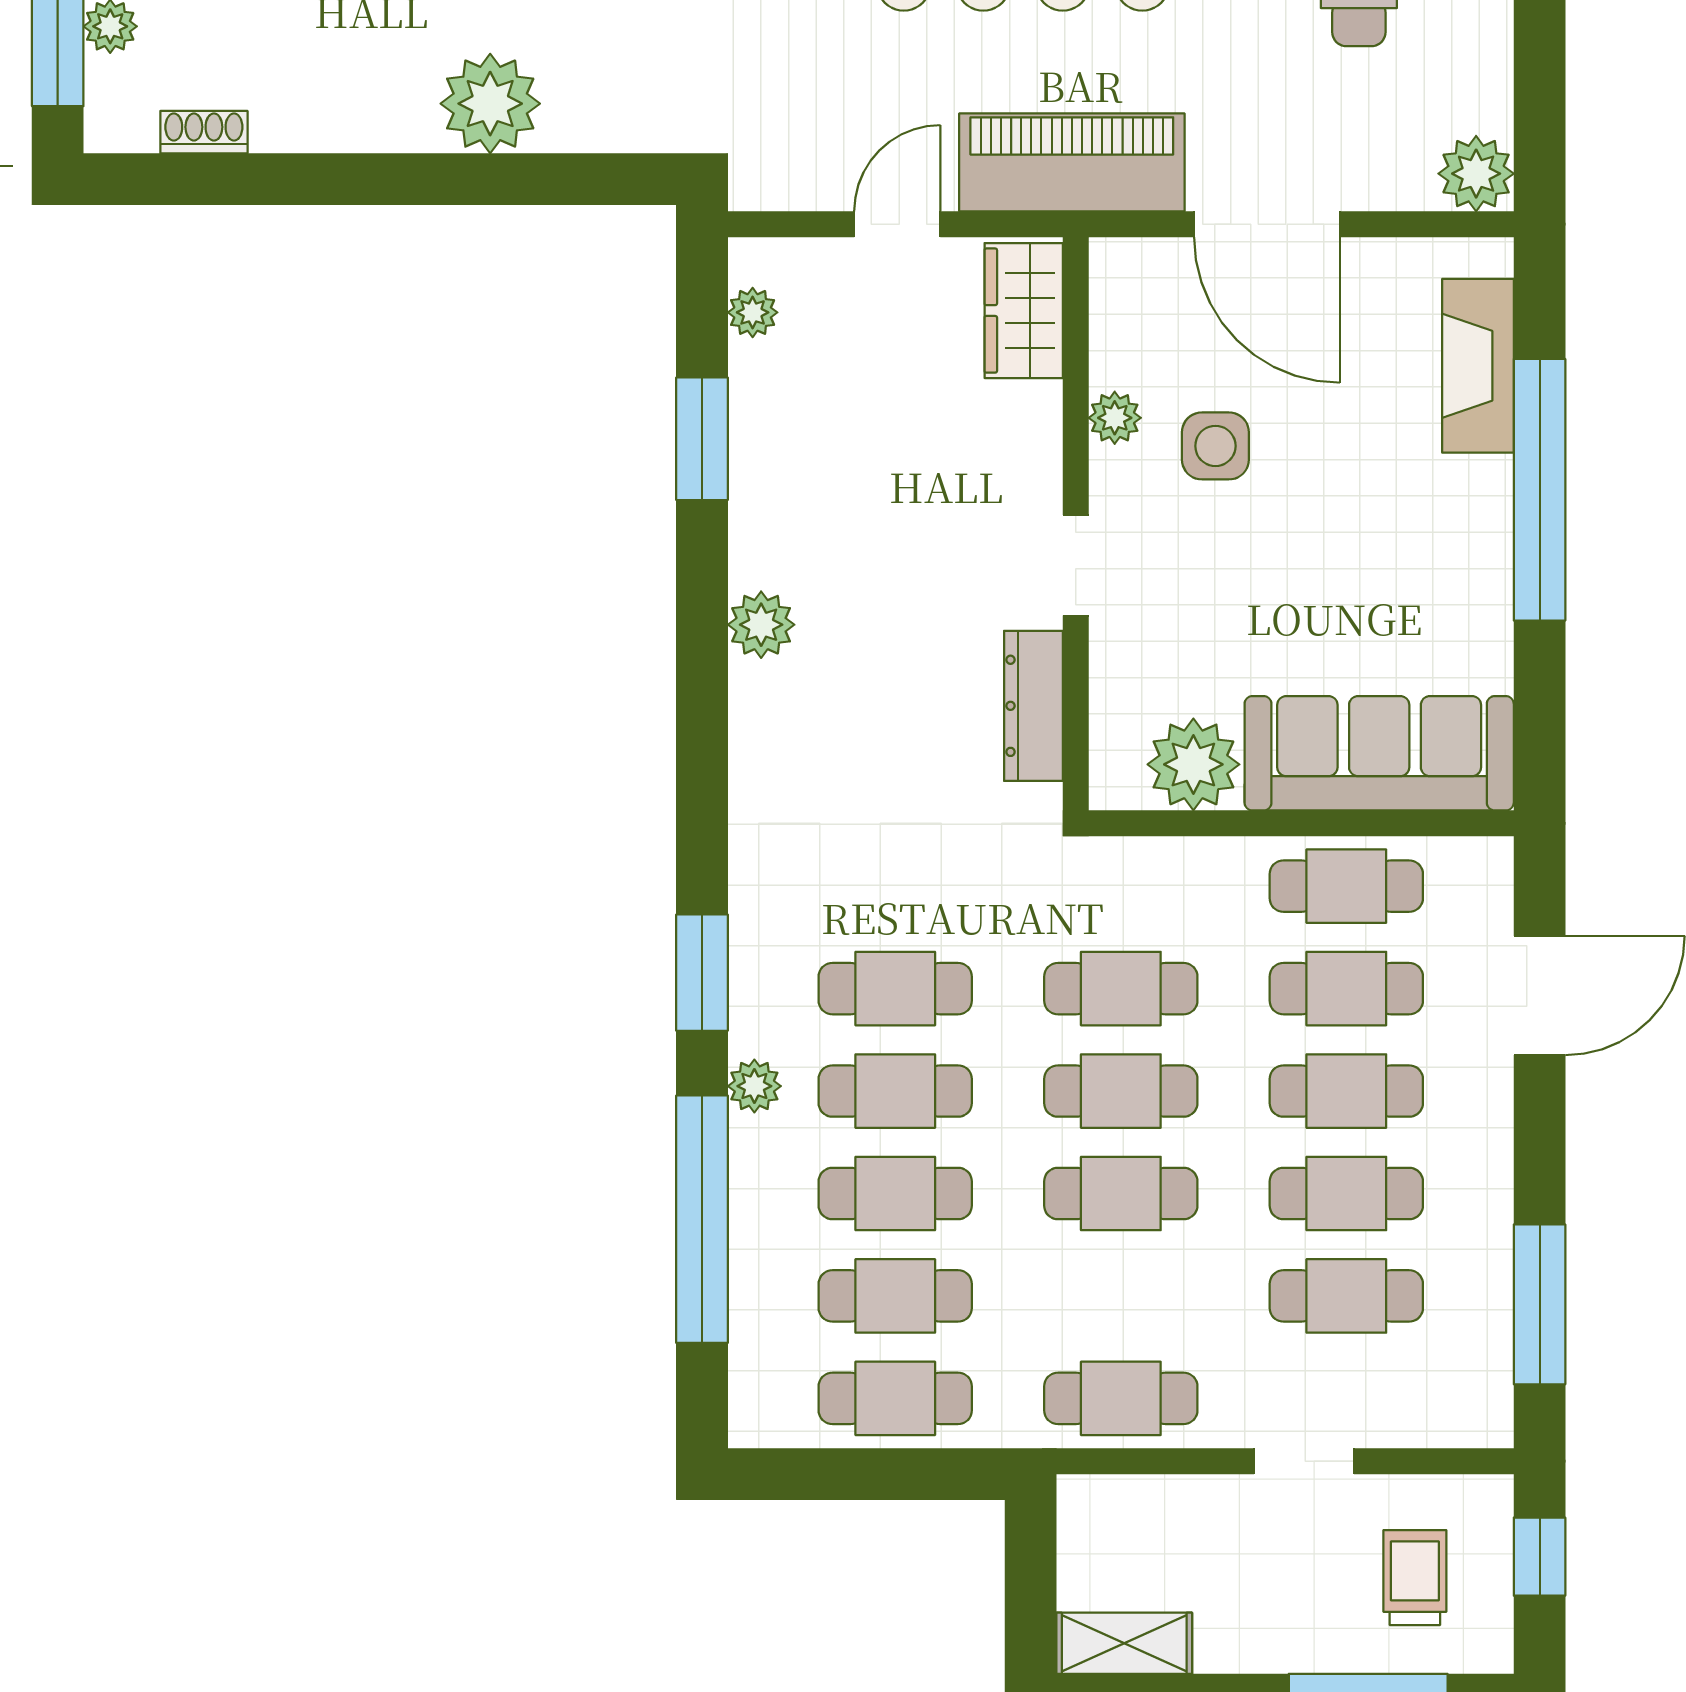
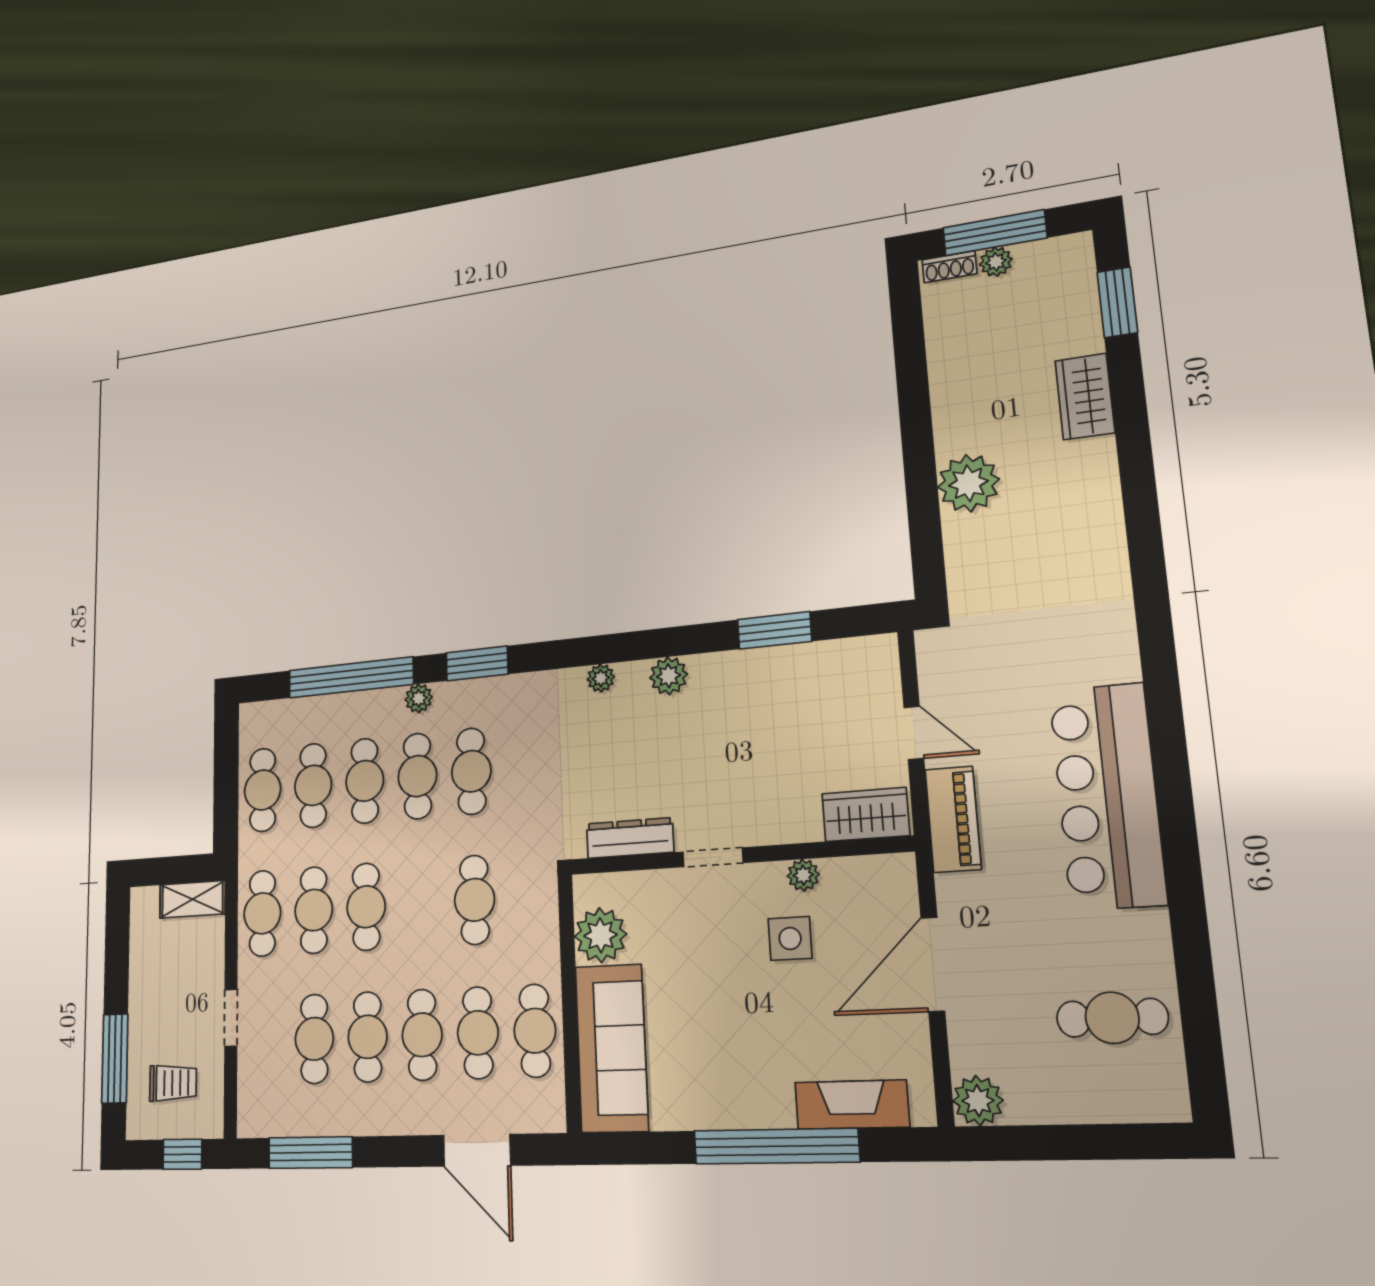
shoe rack: (204, 132) -> (949, 267), moved, turned 90
piano: (1072, 162) -> (953, 819), width x0.73, depth x0.75
plant: (753, 312) -> (601, 678), moved
cafe table: (1121, 1091) -> (314, 910), moved
shelving: (1124, 1643) -> (192, 899), moved, turned 90

